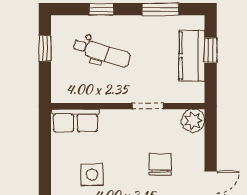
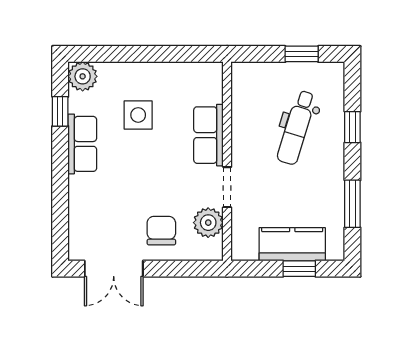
row of seats: (75, 120) -> (208, 135), moved
plant: (193, 121) -> (208, 223), moved
chair: (160, 164) -> (161, 231), moved, turned -90

